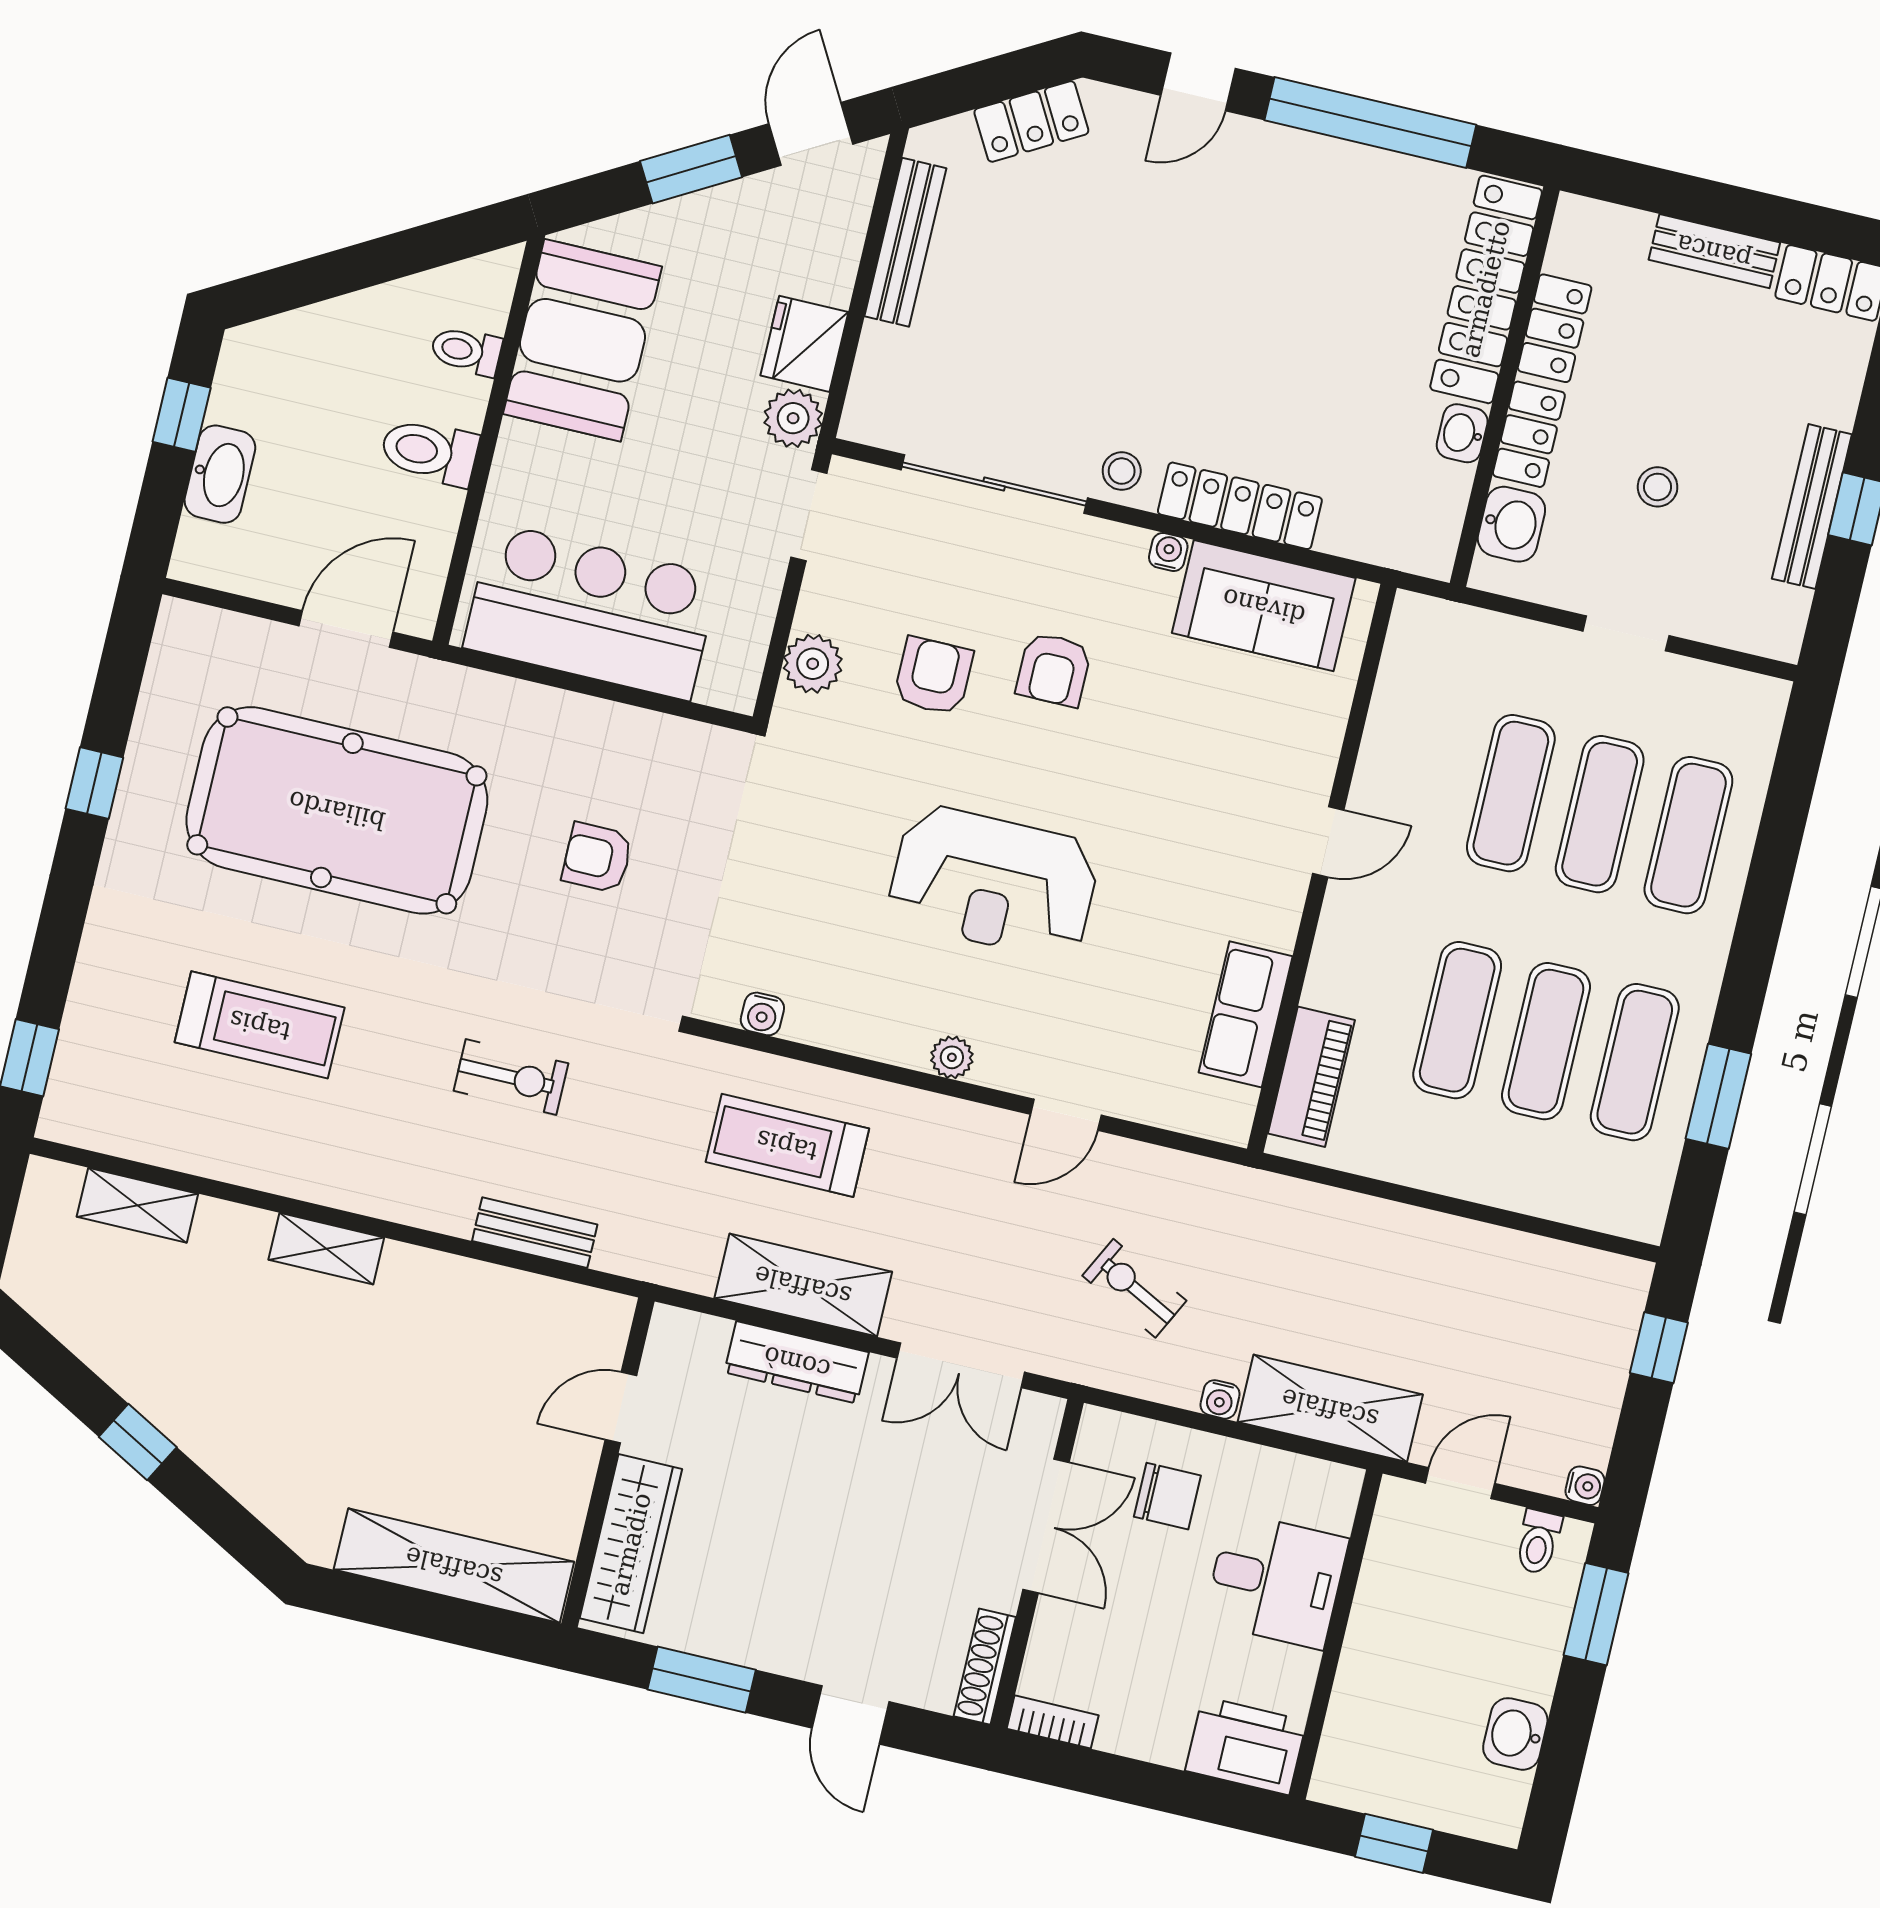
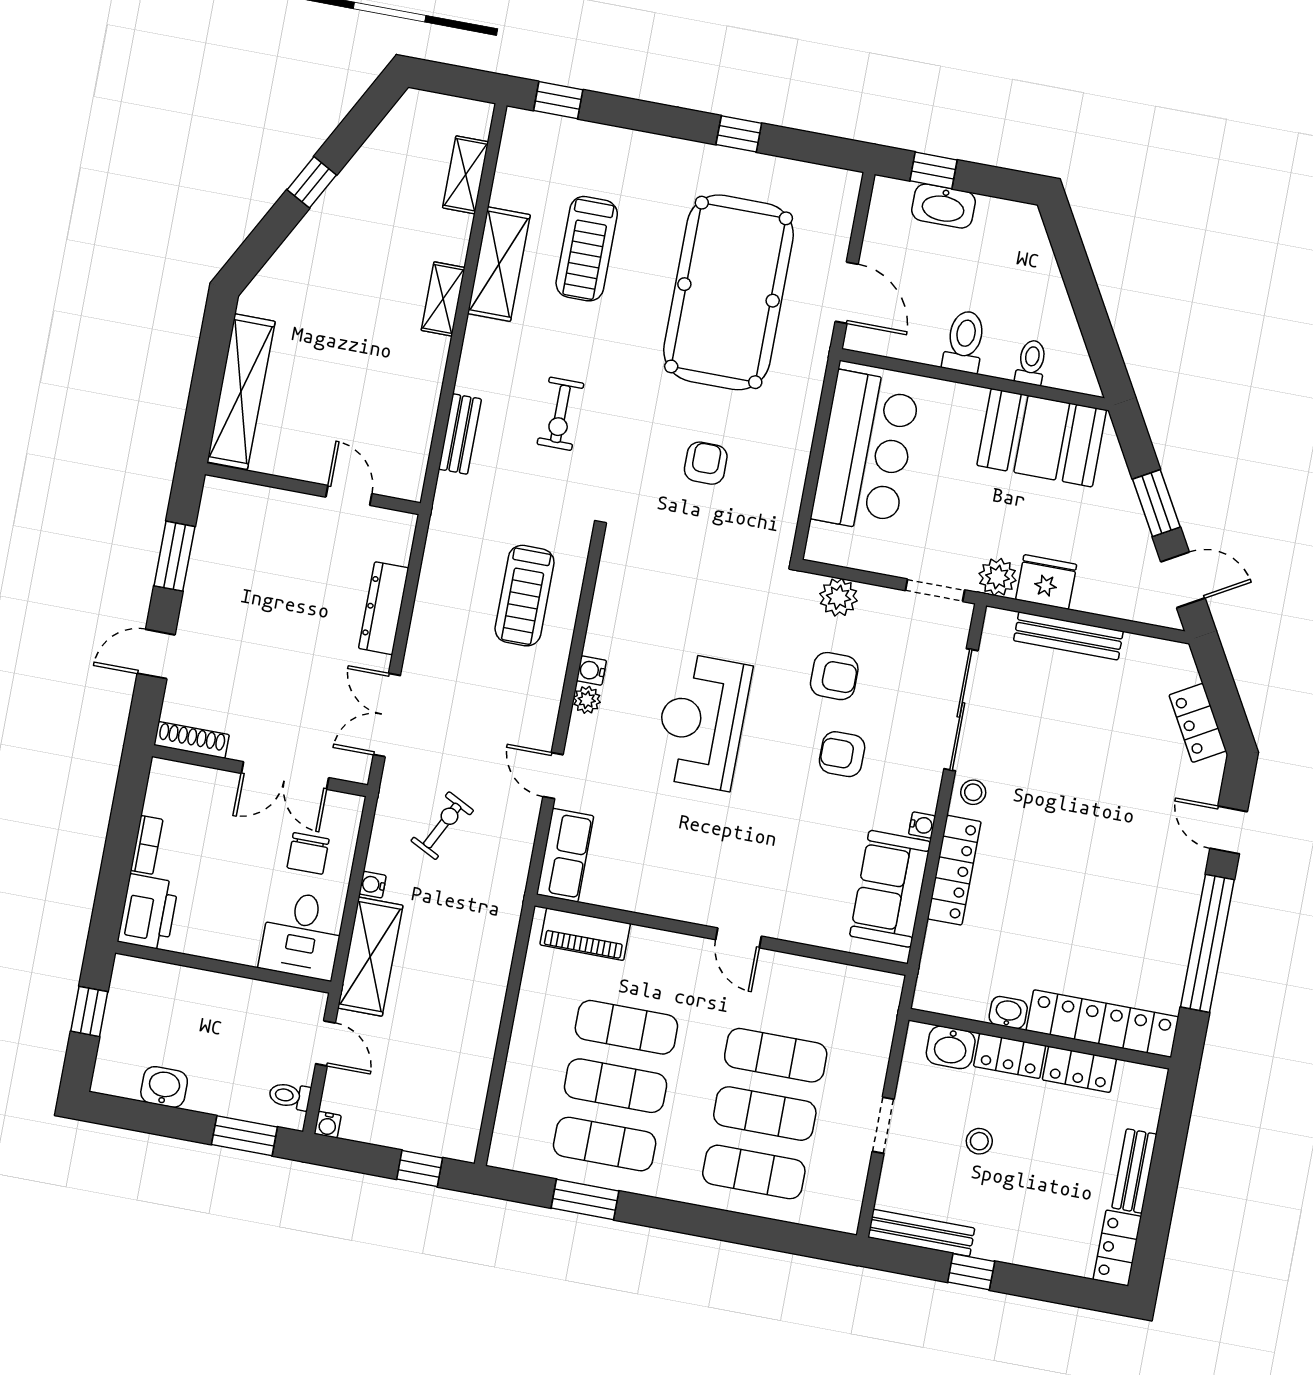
bench: (905, 242) -> (1068, 636), moved
window: (182, 415) -> (933, 170), moved
bench: (1812, 507) -> (921, 1233), moved
water cooler: (762, 1014) -> (591, 671), moved
row of seats: (1246, 1014) -> (565, 855), moved, turned 90
treadmill: (787, 1145) -> (525, 596), turned 180
shelving: (803, 1285) -> (499, 264), moved
wardrobe: (631, 1544) -> (261, 506), removed
desk: (1276, 1580) -> (302, 935), moved
bookcase: (1053, 1722) -> (147, 845), moved

